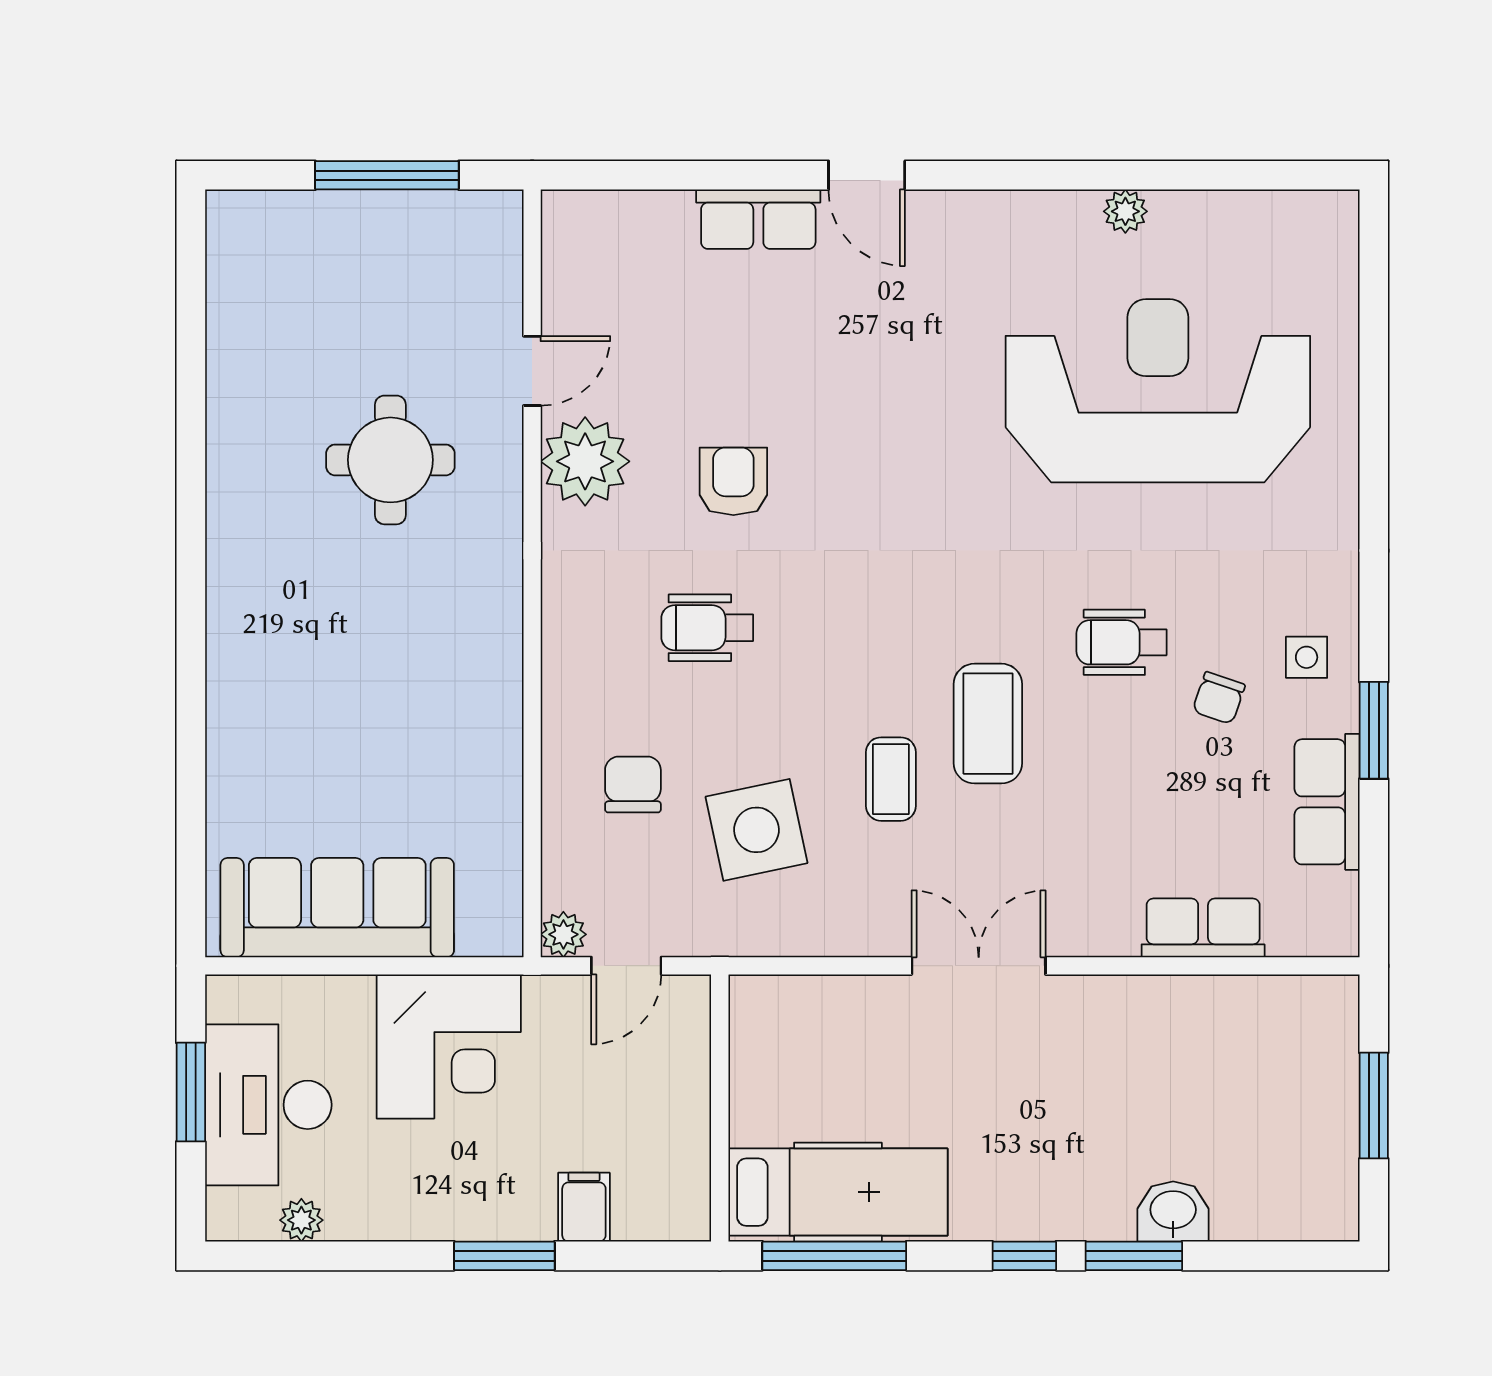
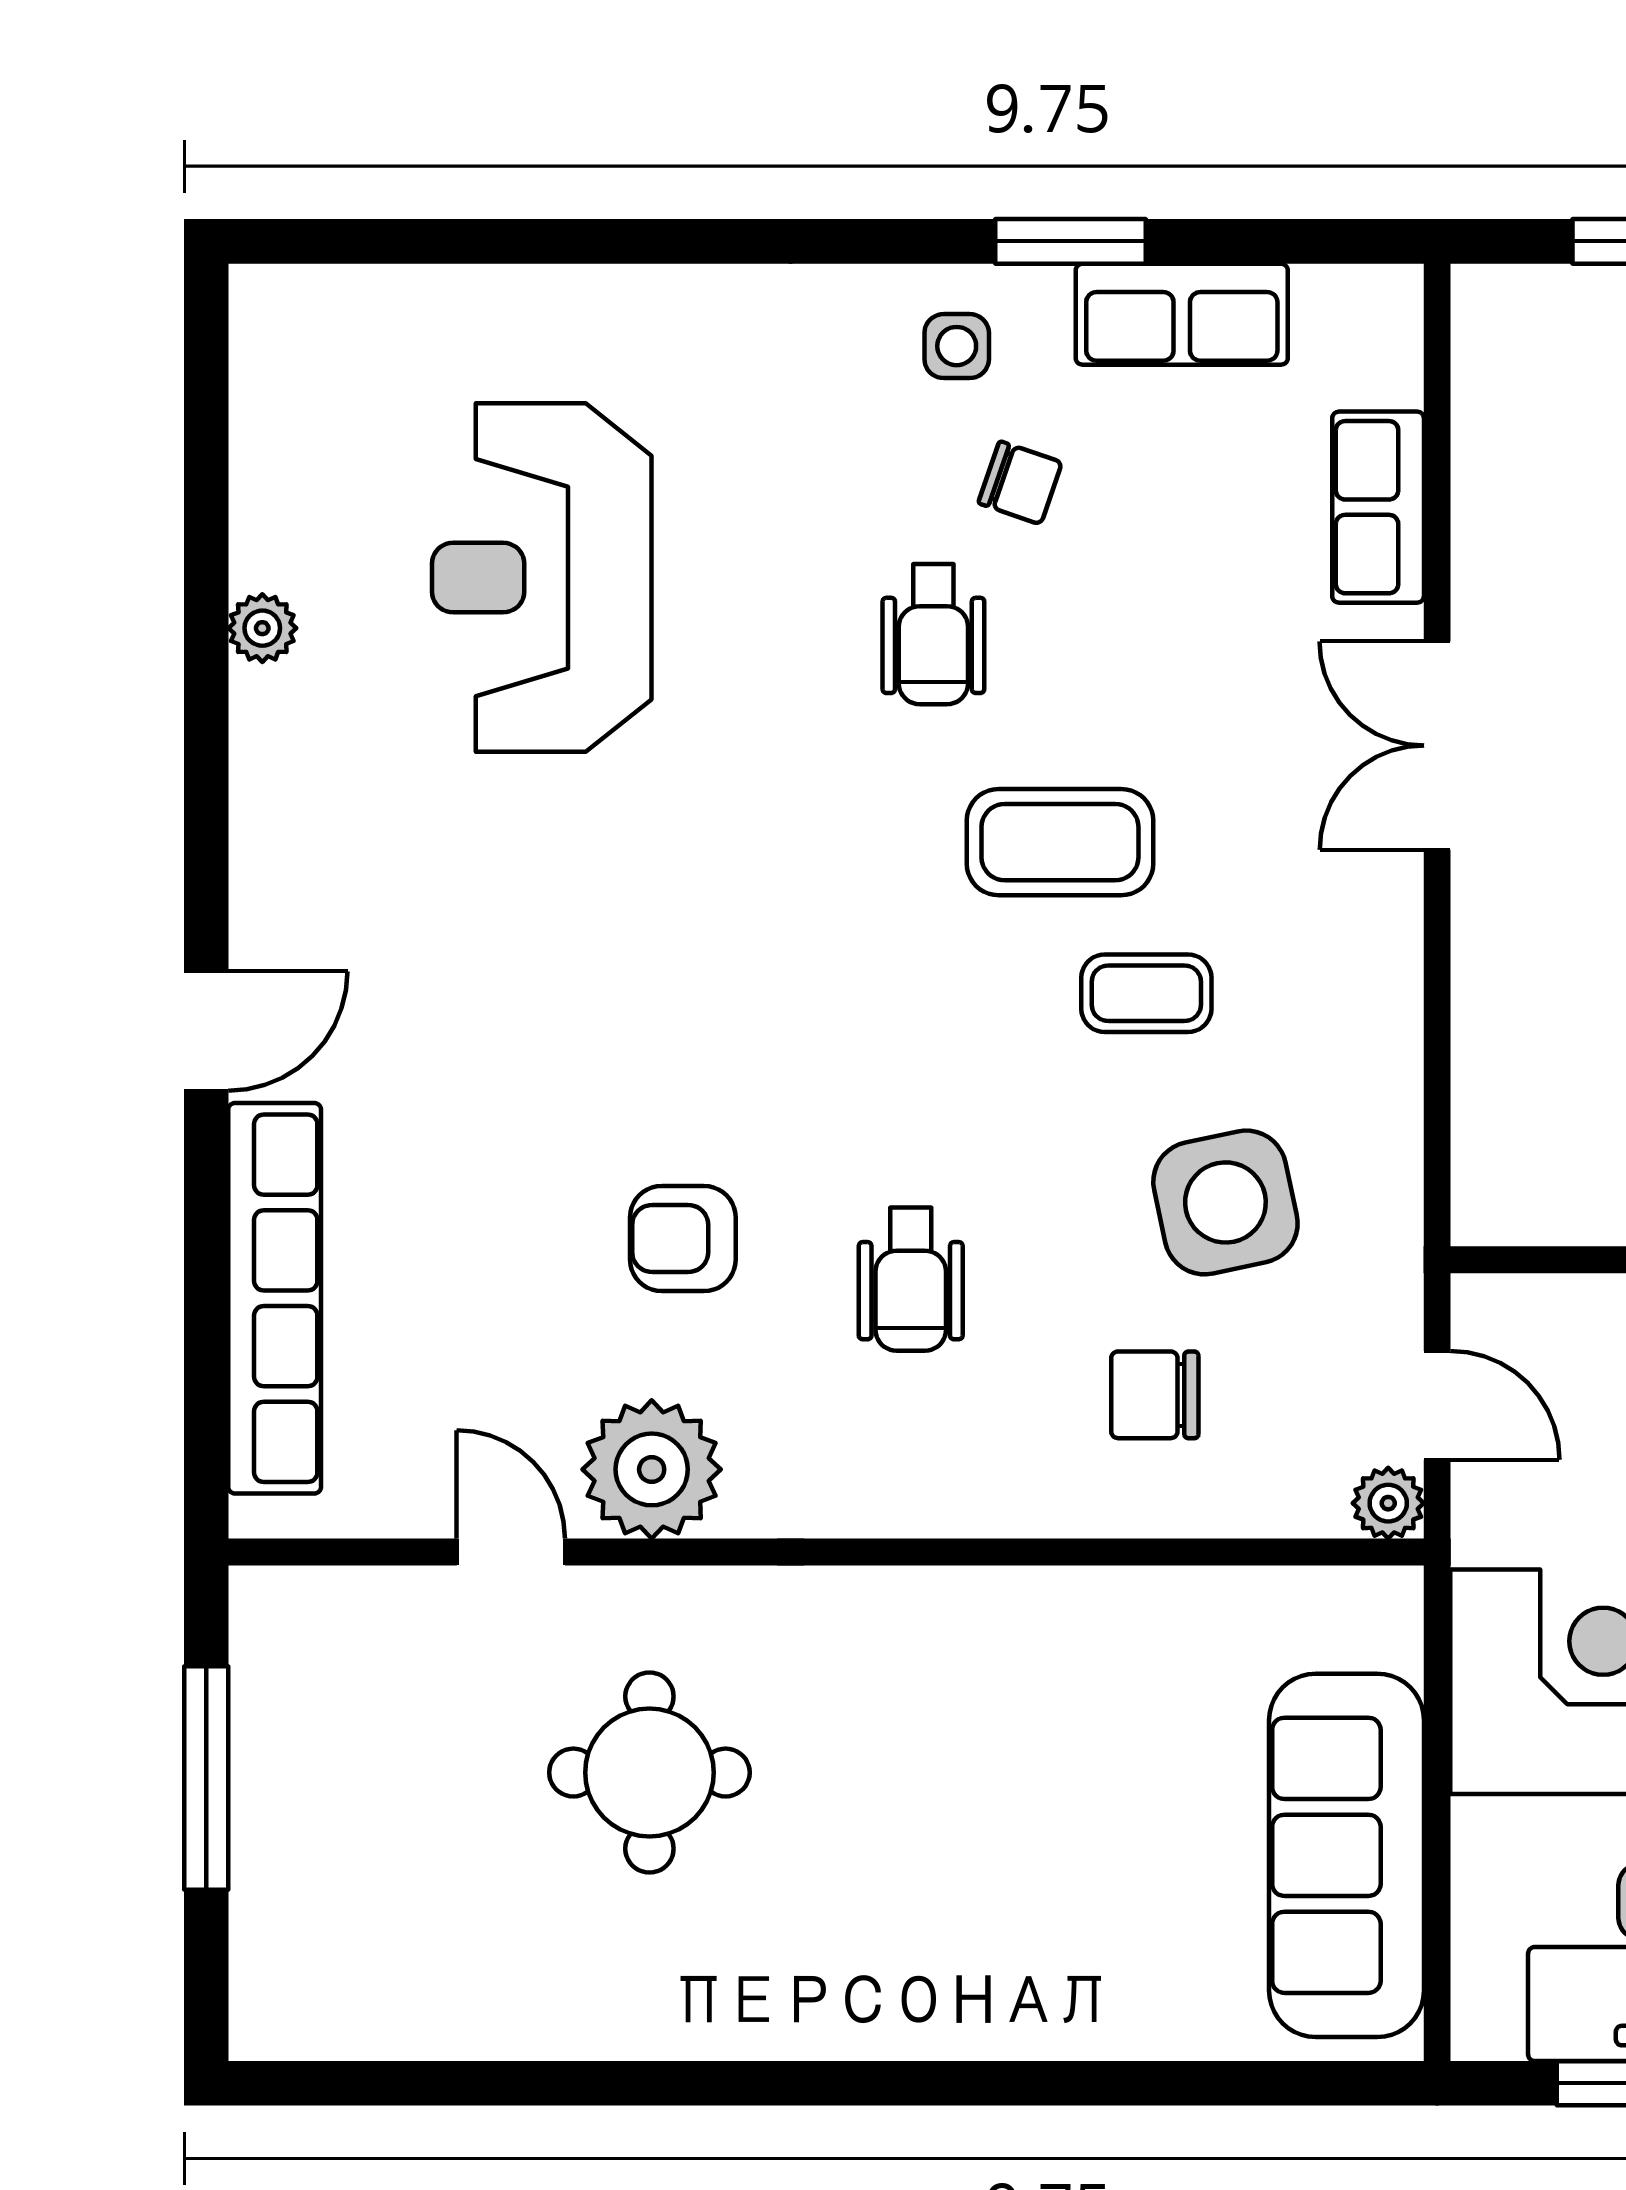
row of seats: (758, 219) -> (275, 1298), width x2.02
reception desk: (1158, 391) -> (542, 578), width x0.74, depth x0.77
double door: (979, 966) -> (1437, 746), moved

